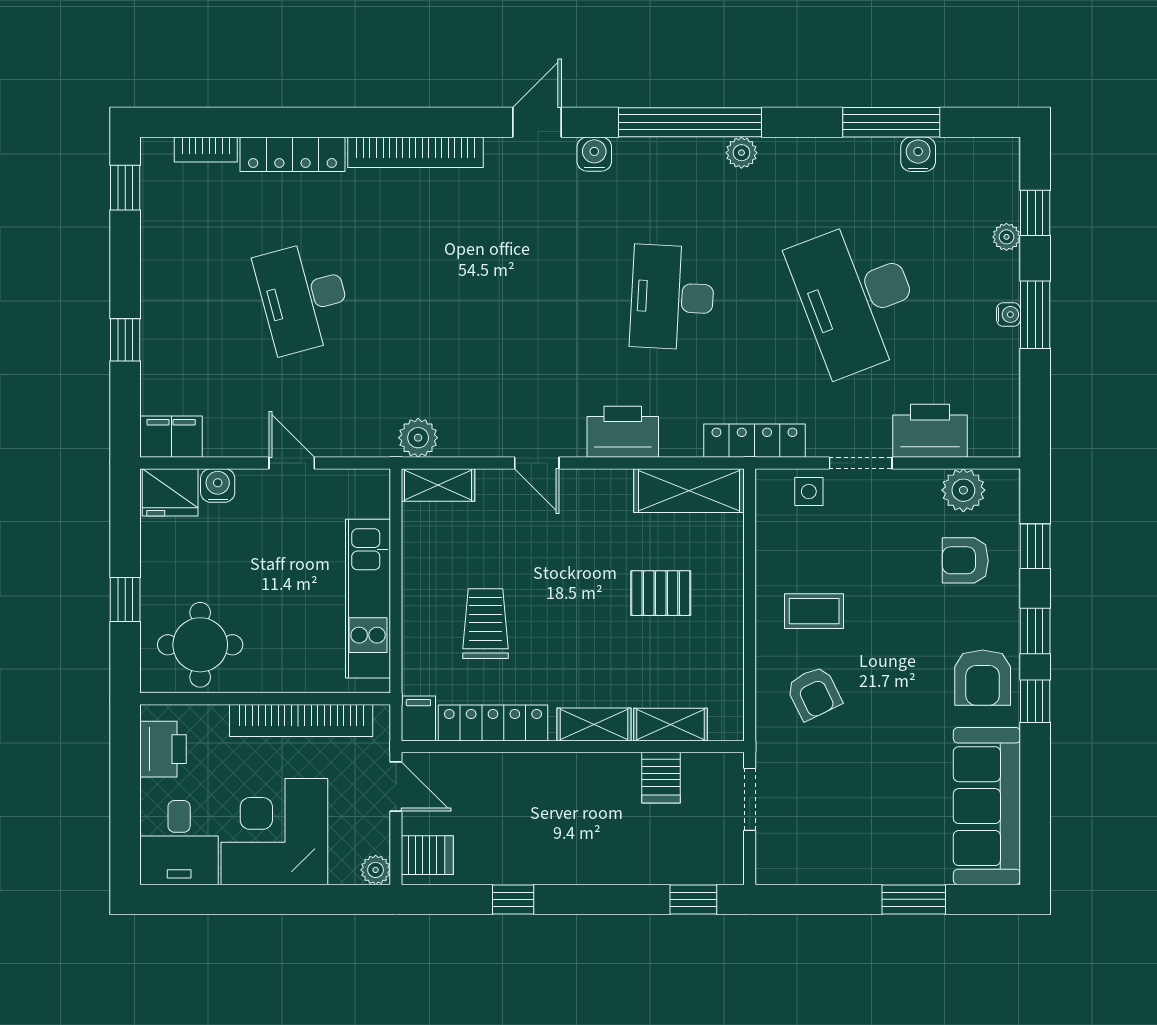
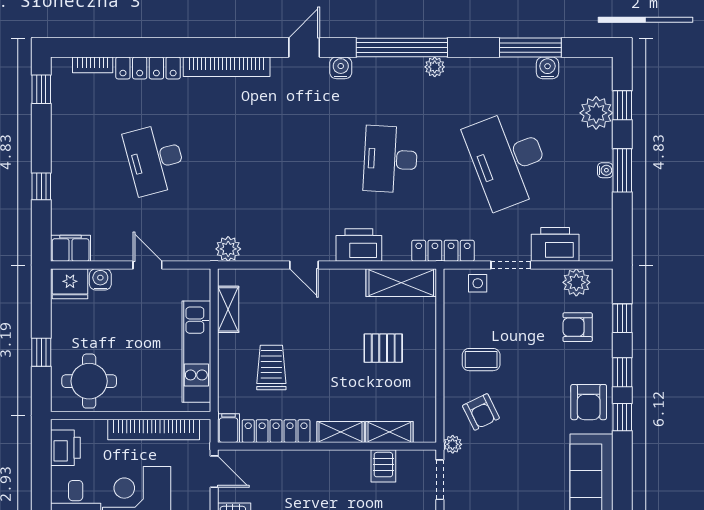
plant: (1006, 237) -> (596, 113), width x1.87, depth x1.87
shelving: (438, 485) -> (228, 309), moved, turned 90
plant: (769, 744) -> (453, 444), added

